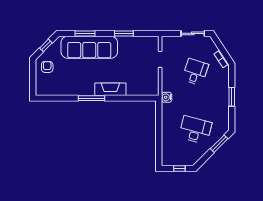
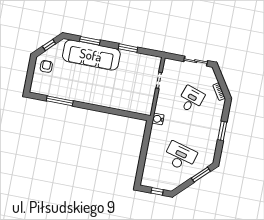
fireplace: (110, 89) -> (104, 100), removed
window: (92, 98) -> (60, 101), moved

